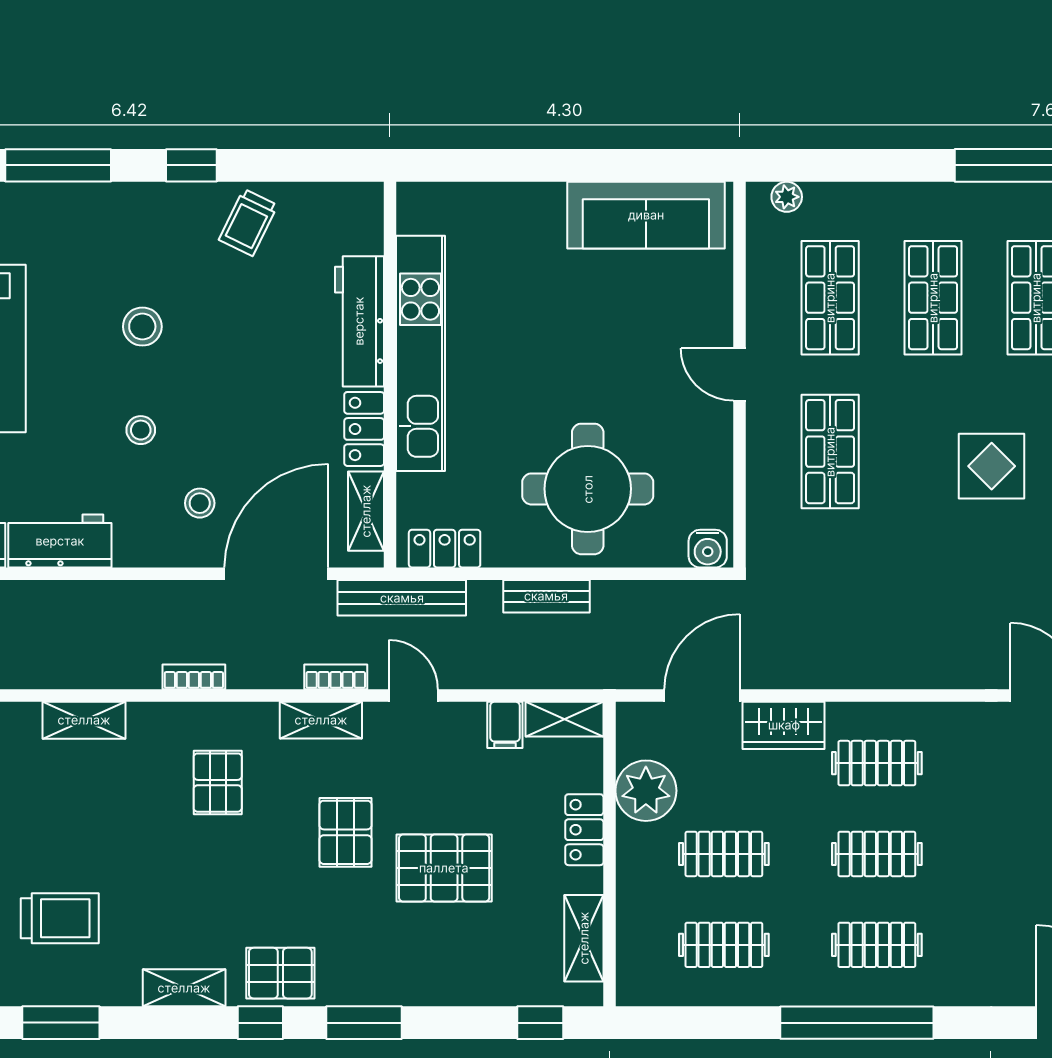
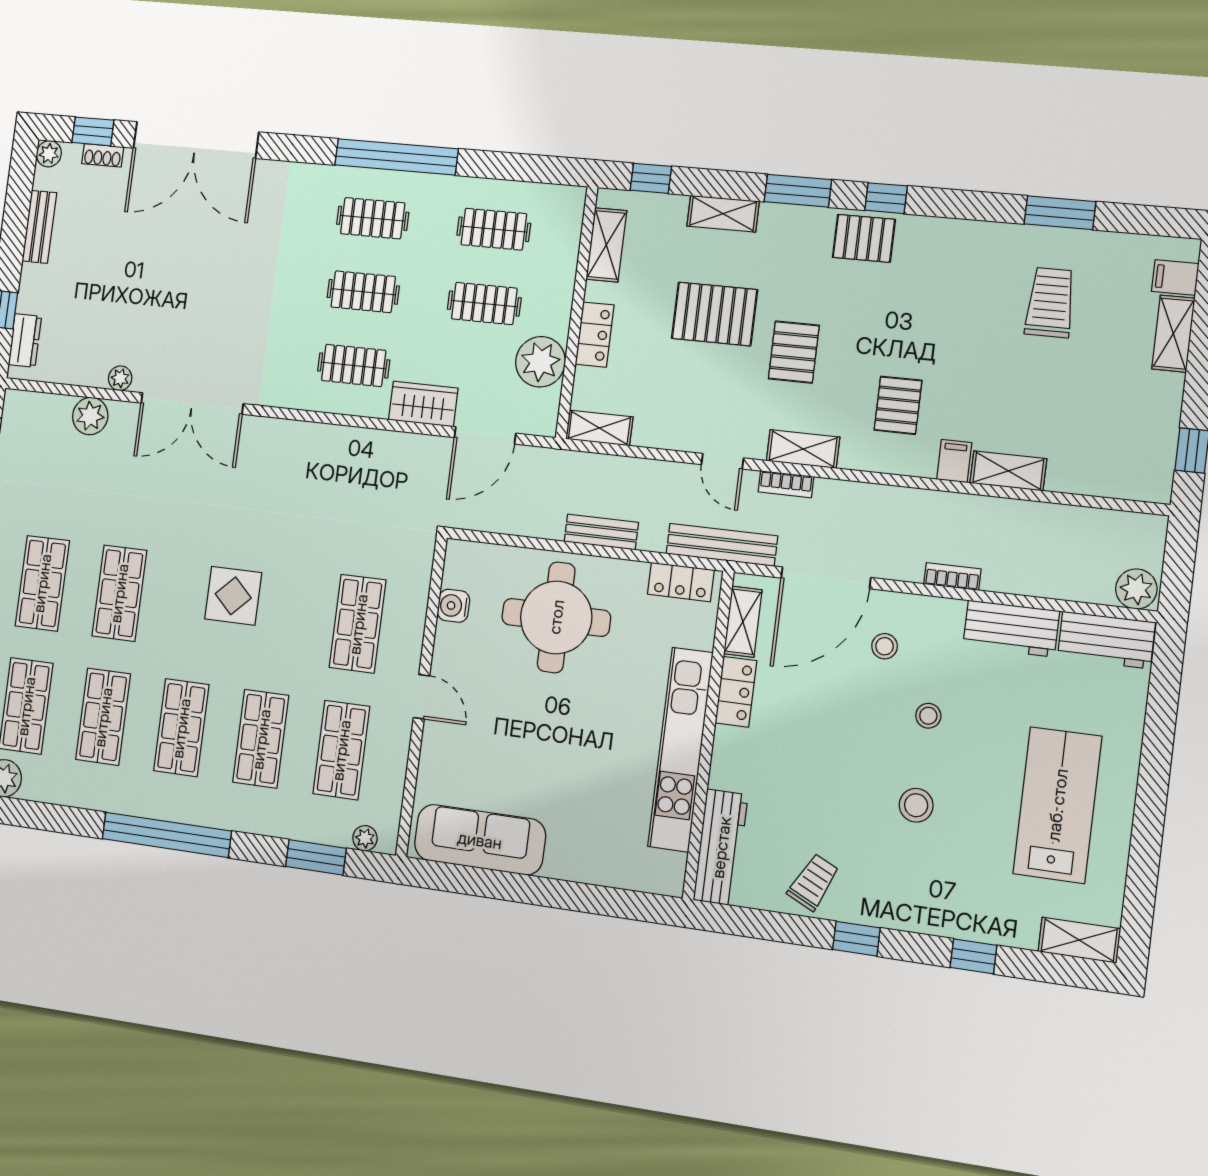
window: (58, 165) -> (973, 956), width x0.46
window: (844, 165) -> (316, 857), added
workbench: (359, 321) -> (721, 847), moved
water cooler: (708, 549) -> (453, 606), moved, turned -90
bookcase: (194, 677) -> (952, 576), moved, turned 180
filing cabinet: (505, 725) -> (954, 461), moved
trolley: (60, 918) -> (1050, 303), turned 90
shelving: (184, 988) -> (723, 214), moved

